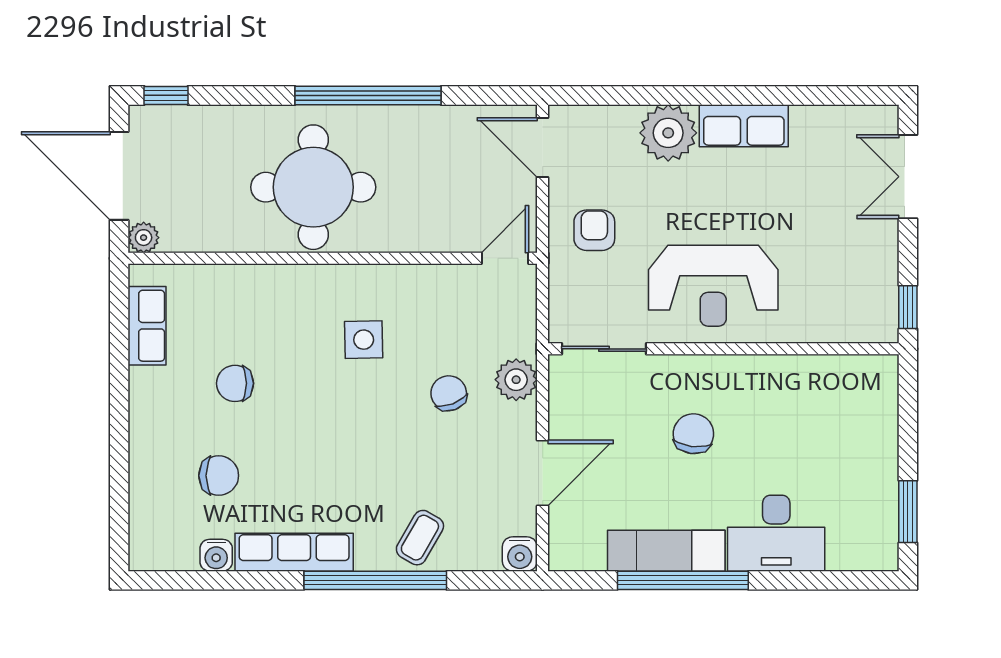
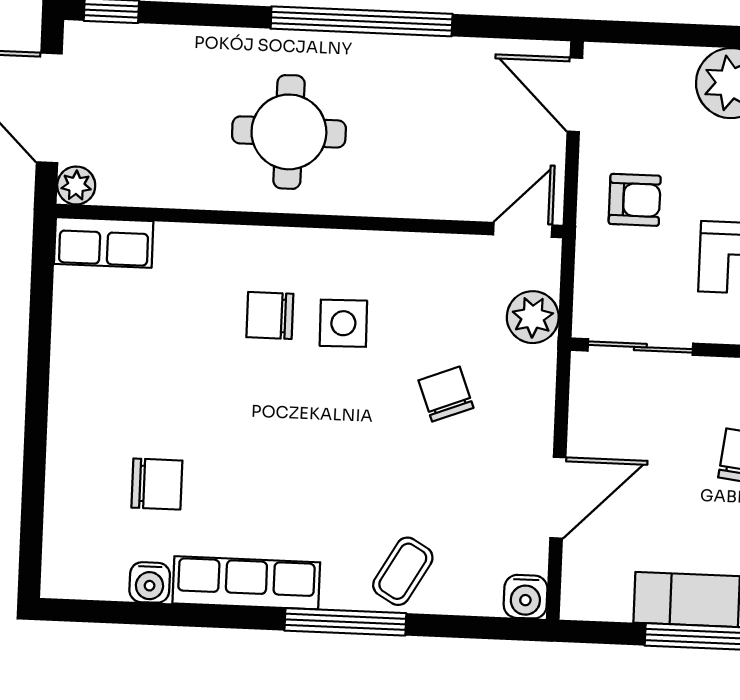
round table: (313, 187) -> (289, 132), width x0.73, depth x0.73
armchair: (594, 230) -> (635, 200), turned 90
row of seats: (147, 326) -> (104, 242), moved, turned 90
plant: (516, 380) -> (533, 317), moved
chair: (235, 383) -> (270, 315), moved
window: (375, 580) -> (345, 622), width x0.68

